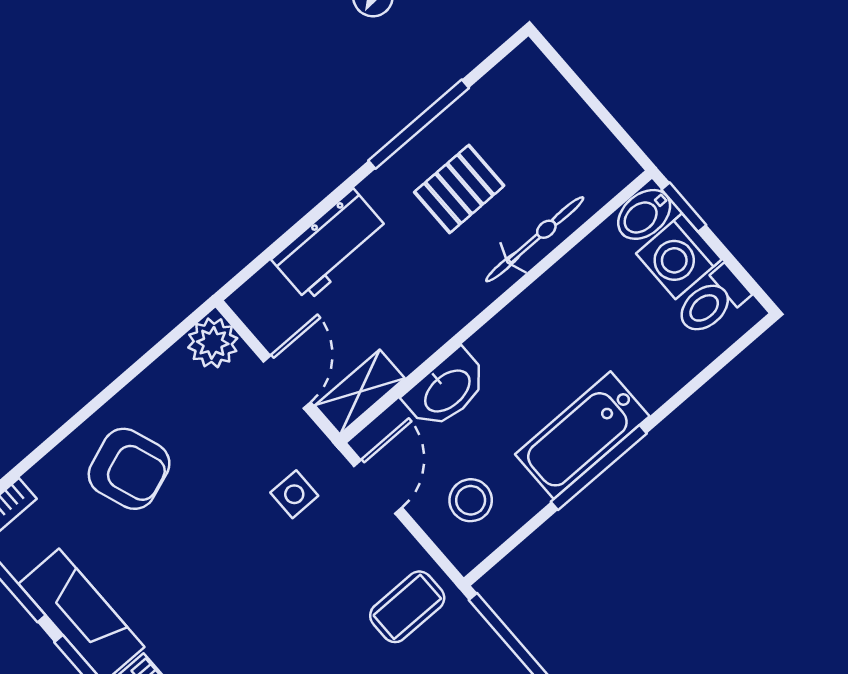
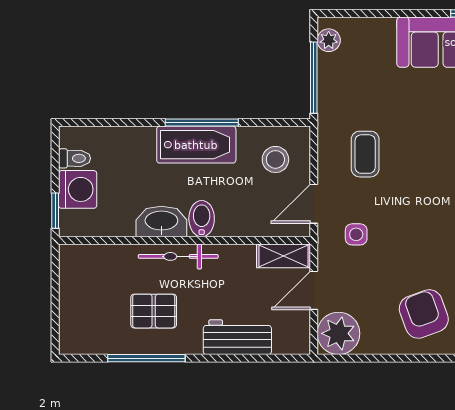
bidet: (644, 214) -> (202, 219), moved, turned -90
bicycle: (535, 239) -> (178, 256), moved
toilet: (712, 302) -> (74, 158), width x0.73, depth x0.72
plant: (213, 343) -> (338, 333), width x1.36, depth x1.36
washbasin: (446, 390) -> (161, 221), moved
coffee table: (407, 607) -> (365, 154), moved, turned 90

